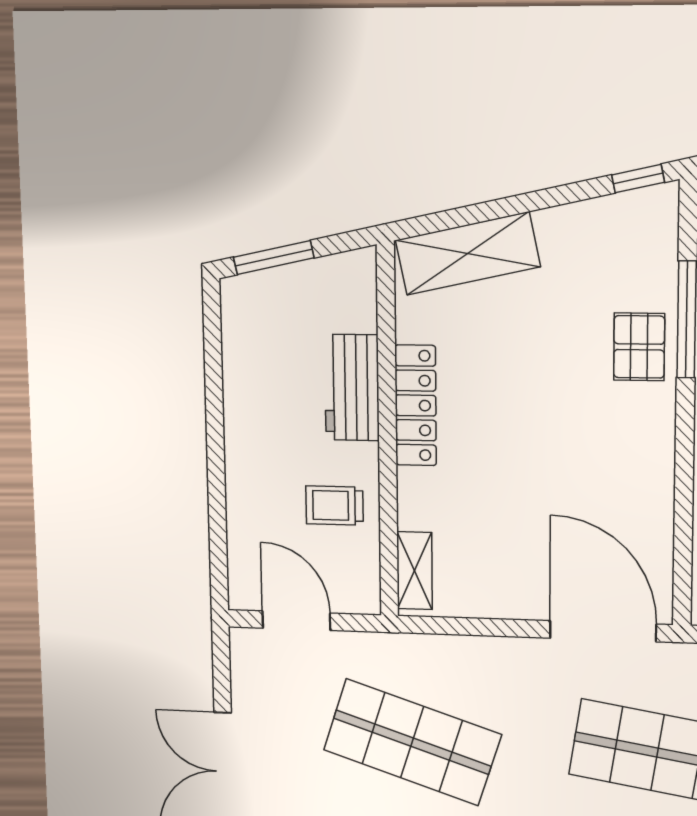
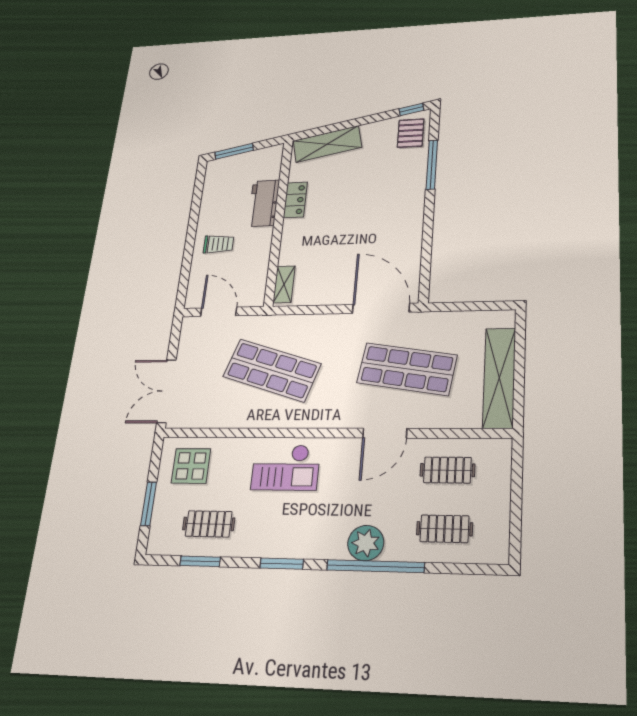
pallet: (639, 347) -> (411, 133), moved
locker: (416, 405) -> (295, 200), width x0.66
trolley: (335, 505) -> (218, 244), moved, turned 180

